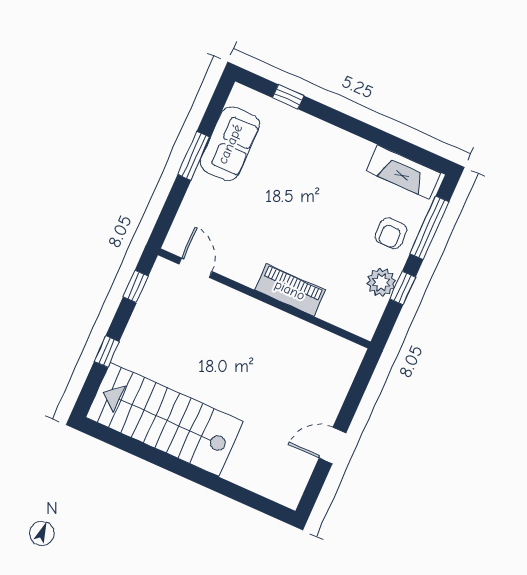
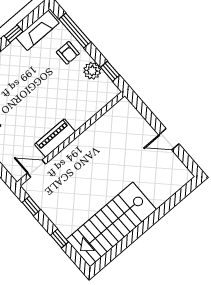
window: (381, 138) -> (14, 34), added
window: (403, 288) -> (110, 71), moved
piano: (290, 290) -> (55, 138), moved
door: (333, 446) -> (169, 139), hinge flipped

